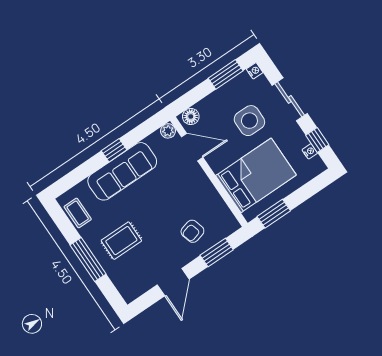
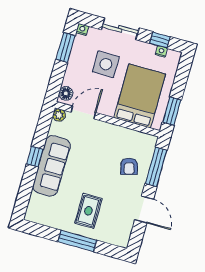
coffee table: (78, 213) -> (45, 217), removed
window: (217, 252) -> (156, 167), width x1.44

